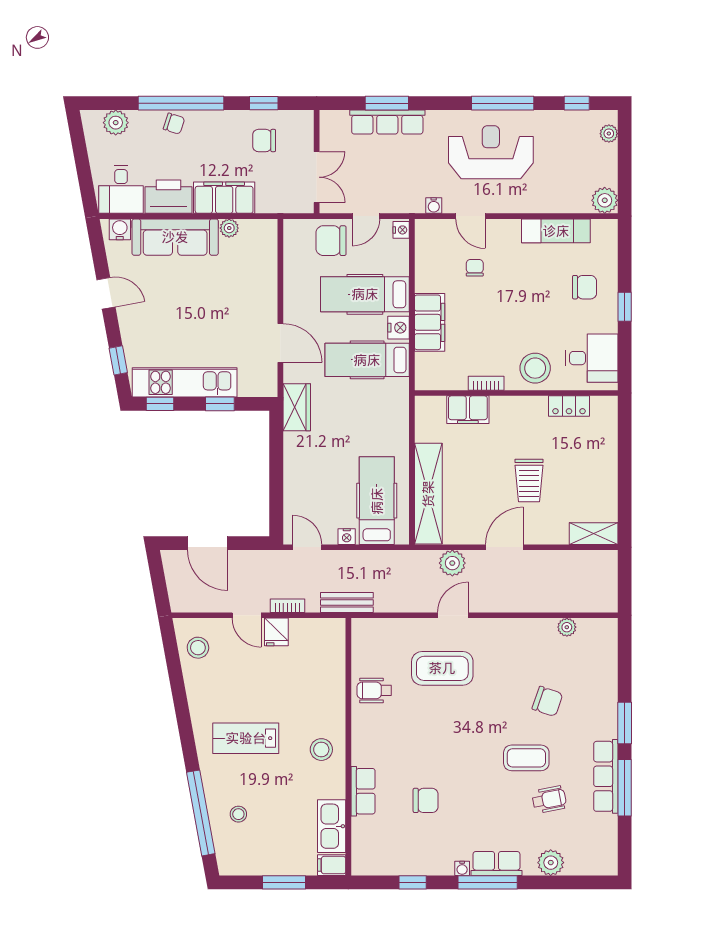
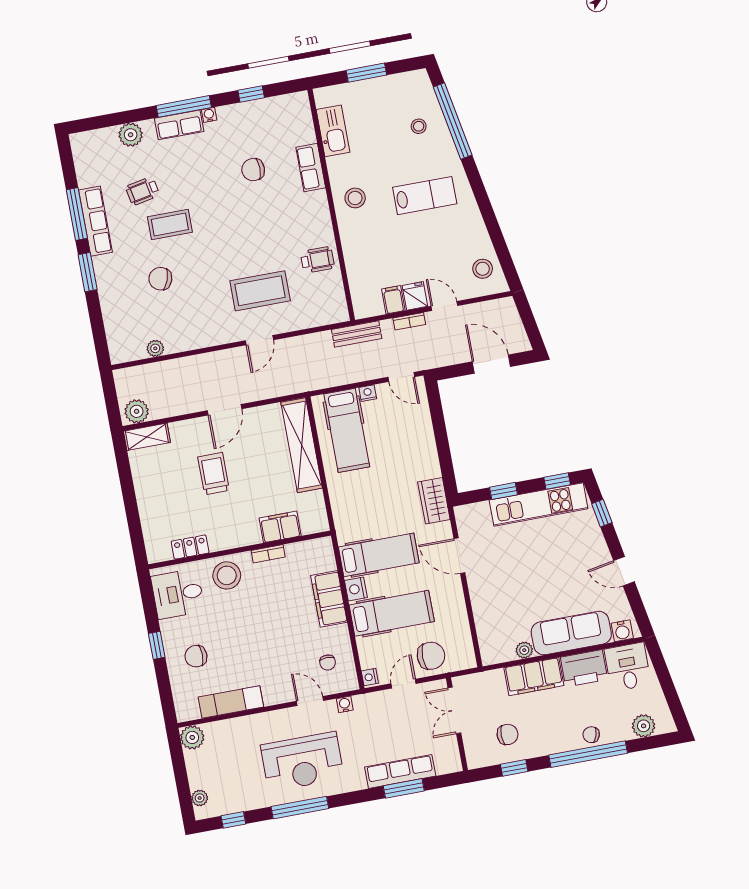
chair: (475, 268) -> (328, 663), moved
plant: (452, 563) -> (137, 411), moved
filing cabinet: (332, 865) -> (393, 300), moved, turned -90

